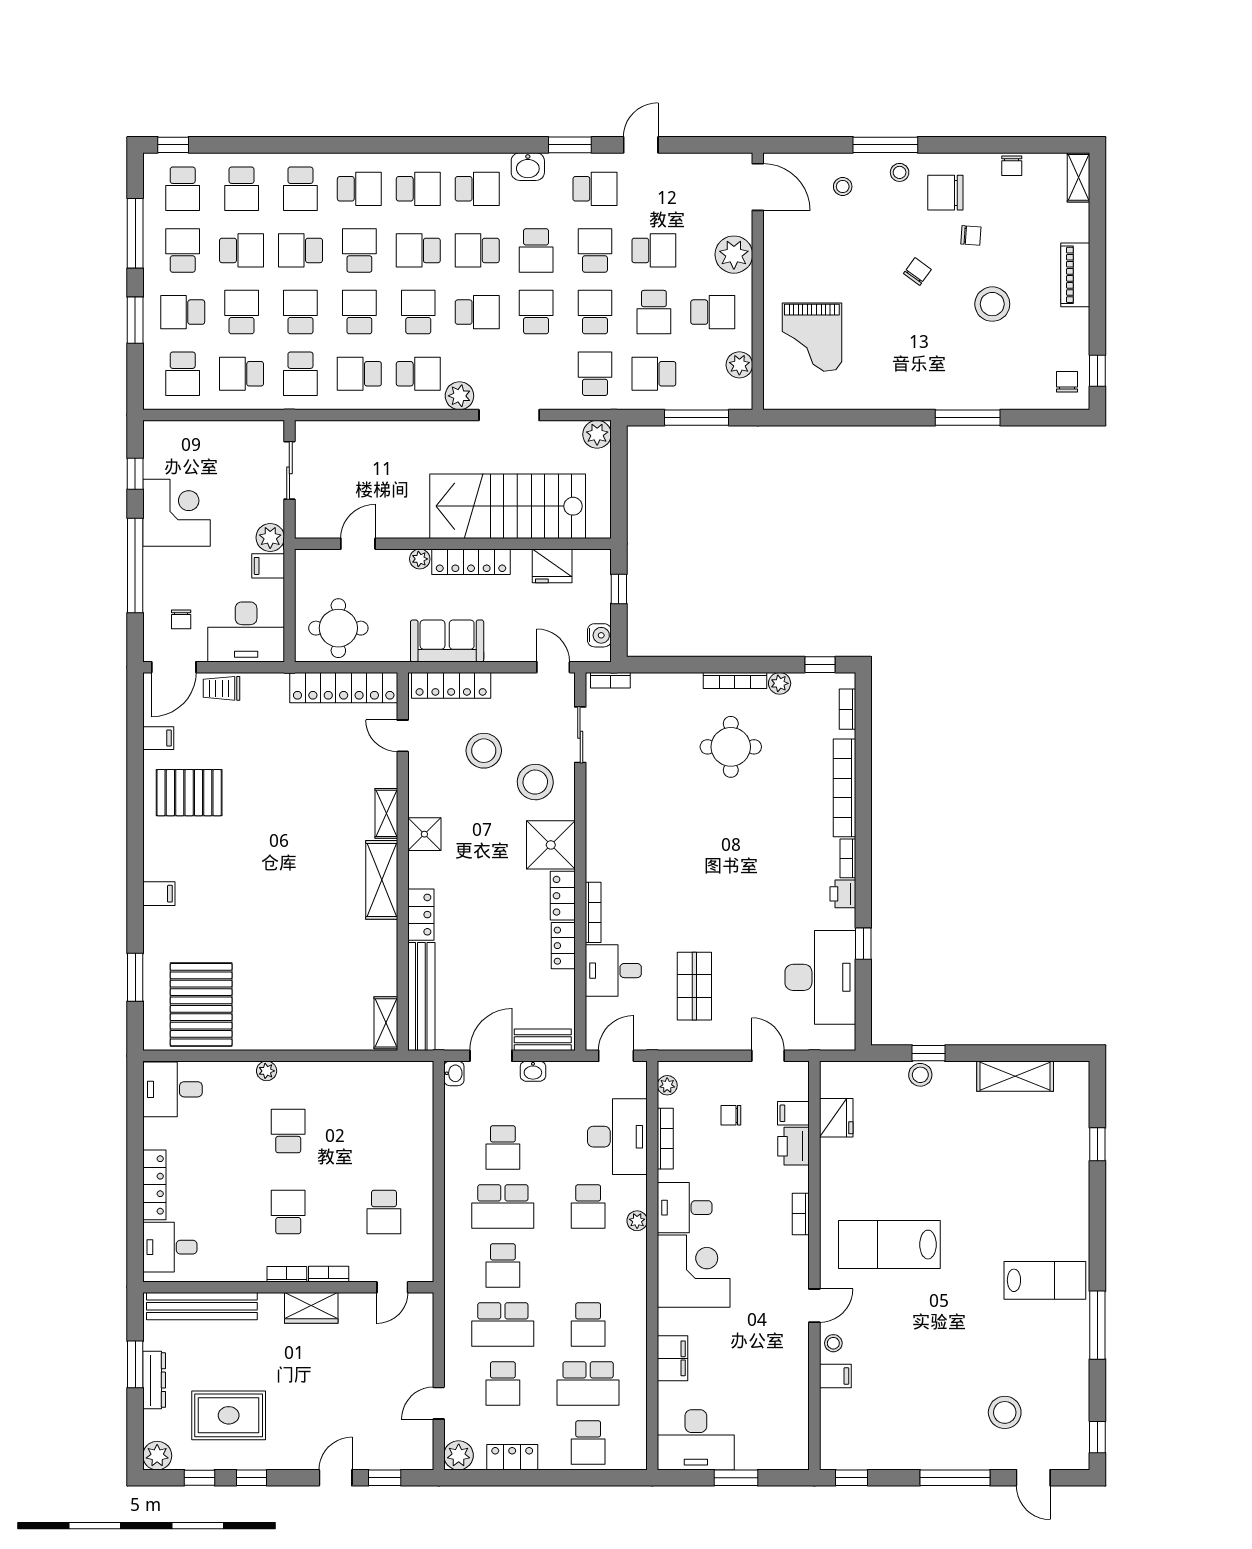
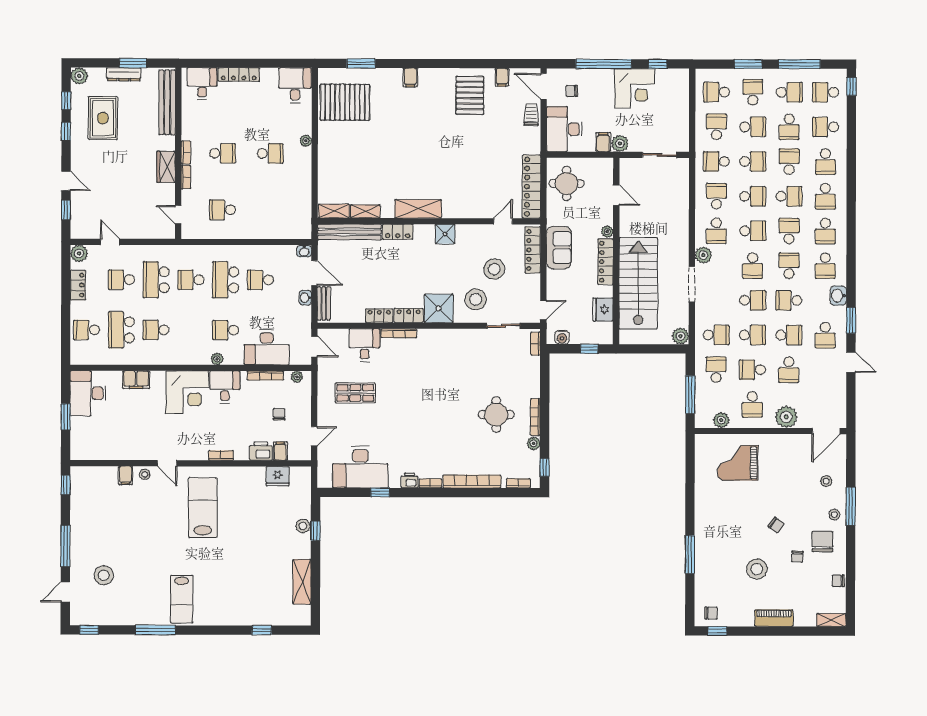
school desk: (300, 189) -> (825, 162), turned -90
shelving: (386, 813) -> (365, 211), moved

